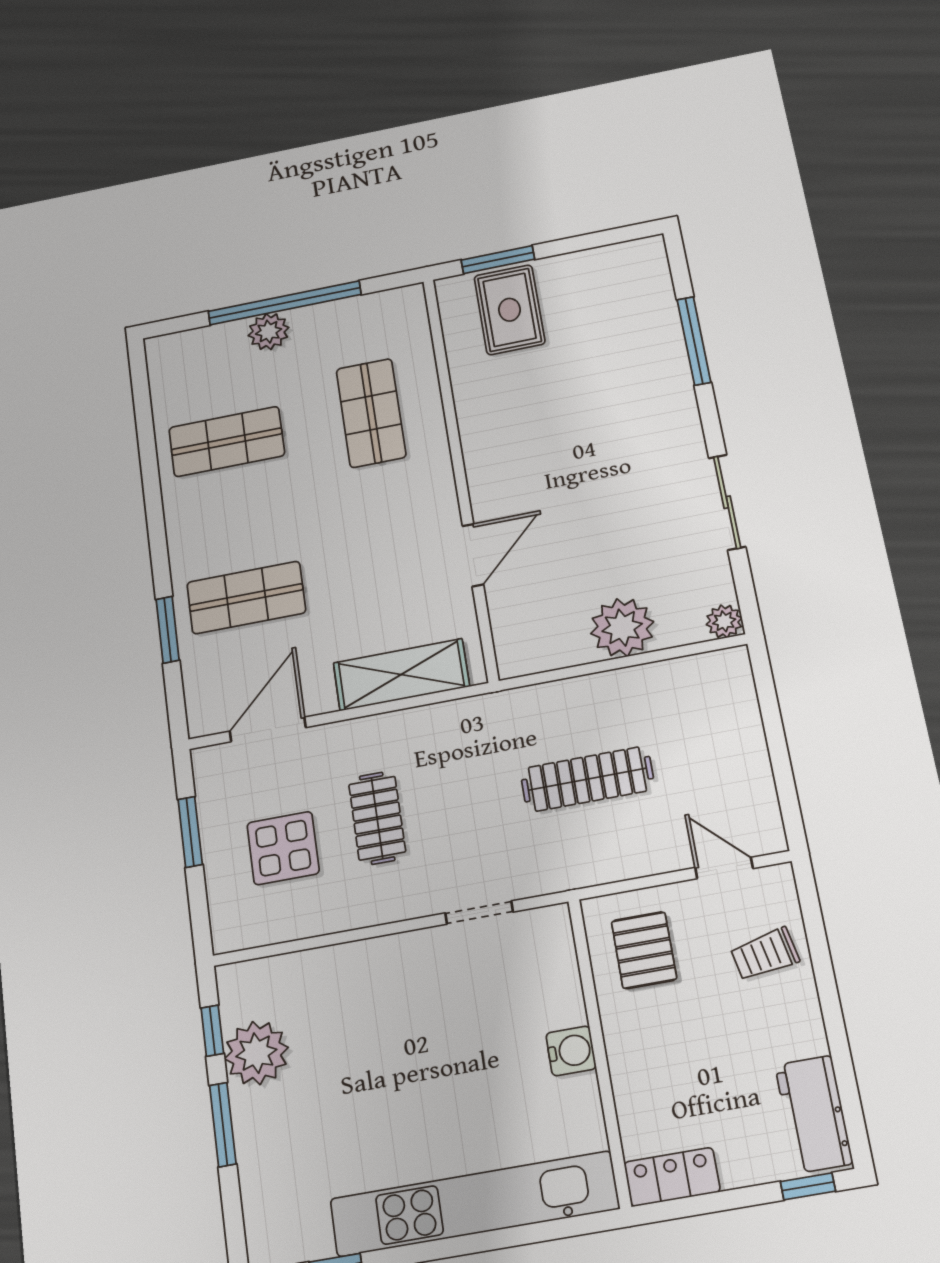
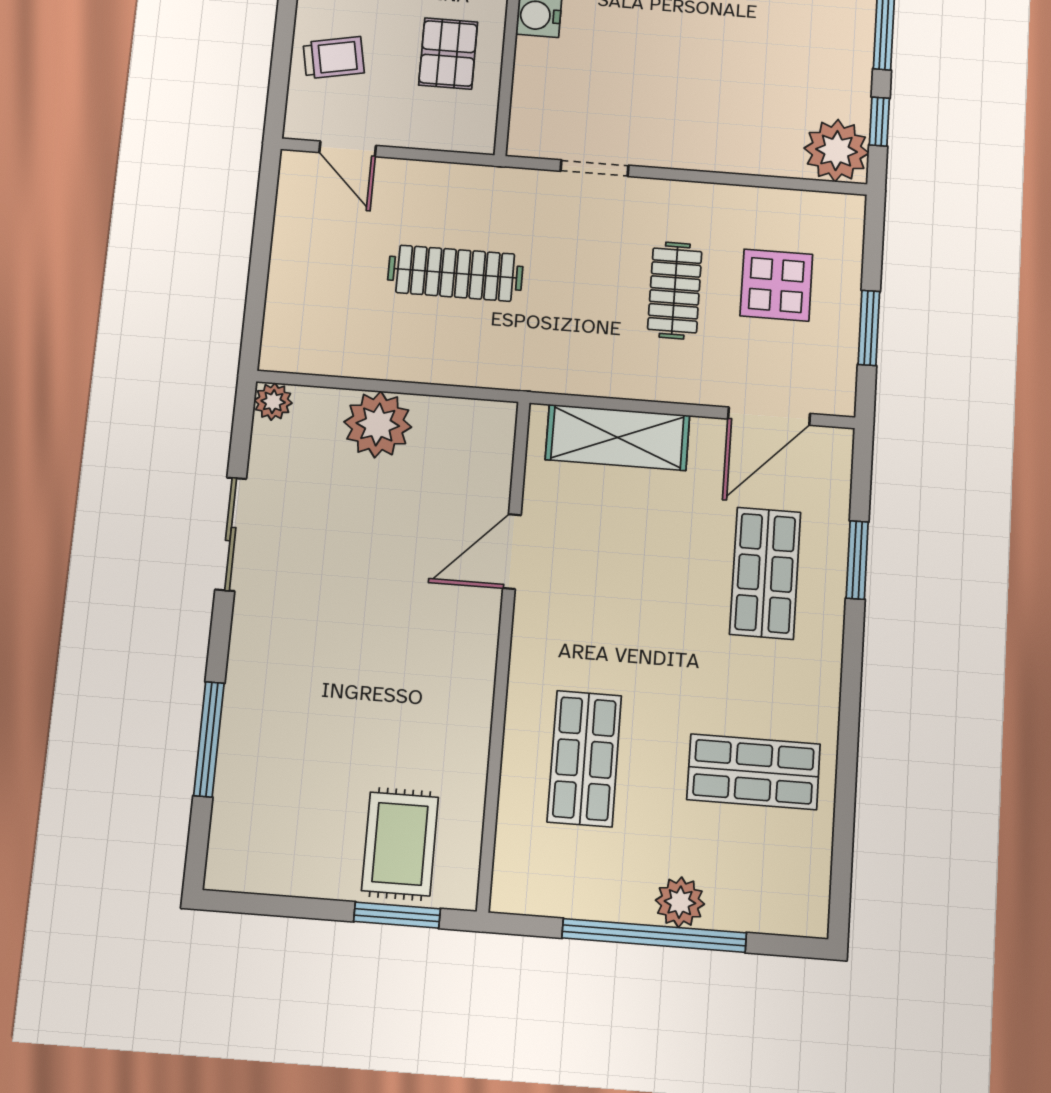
shop shelf: (246, 598) -> (765, 573), turned 90
pallet: (644, 950) -> (448, 53), moved
plant: (256, 1053) -> (837, 151), moved

